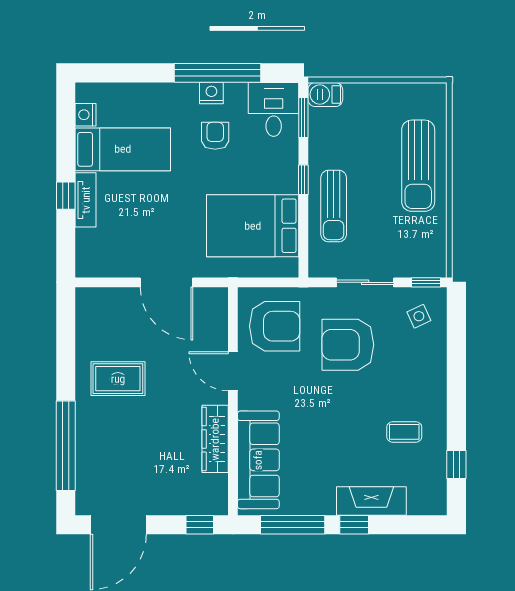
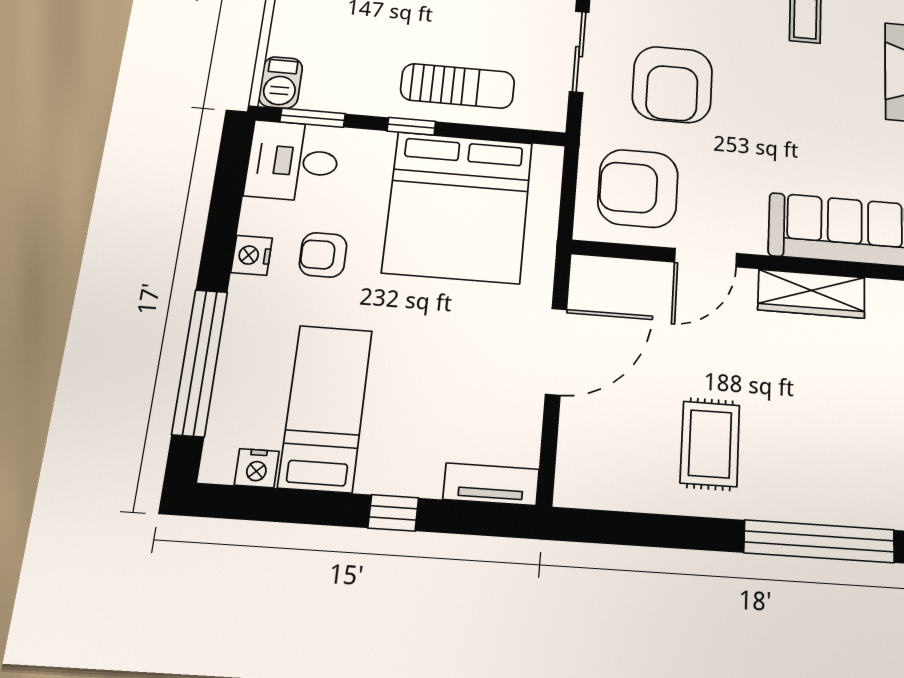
window: (217, 73) -> (200, 362), moved
tv unit: (86, 200) -> (491, 484), moved
bed: (253, 226) -> (458, 207), width x1.36
armchair: (275, 326) -> (638, 188), turned -90

